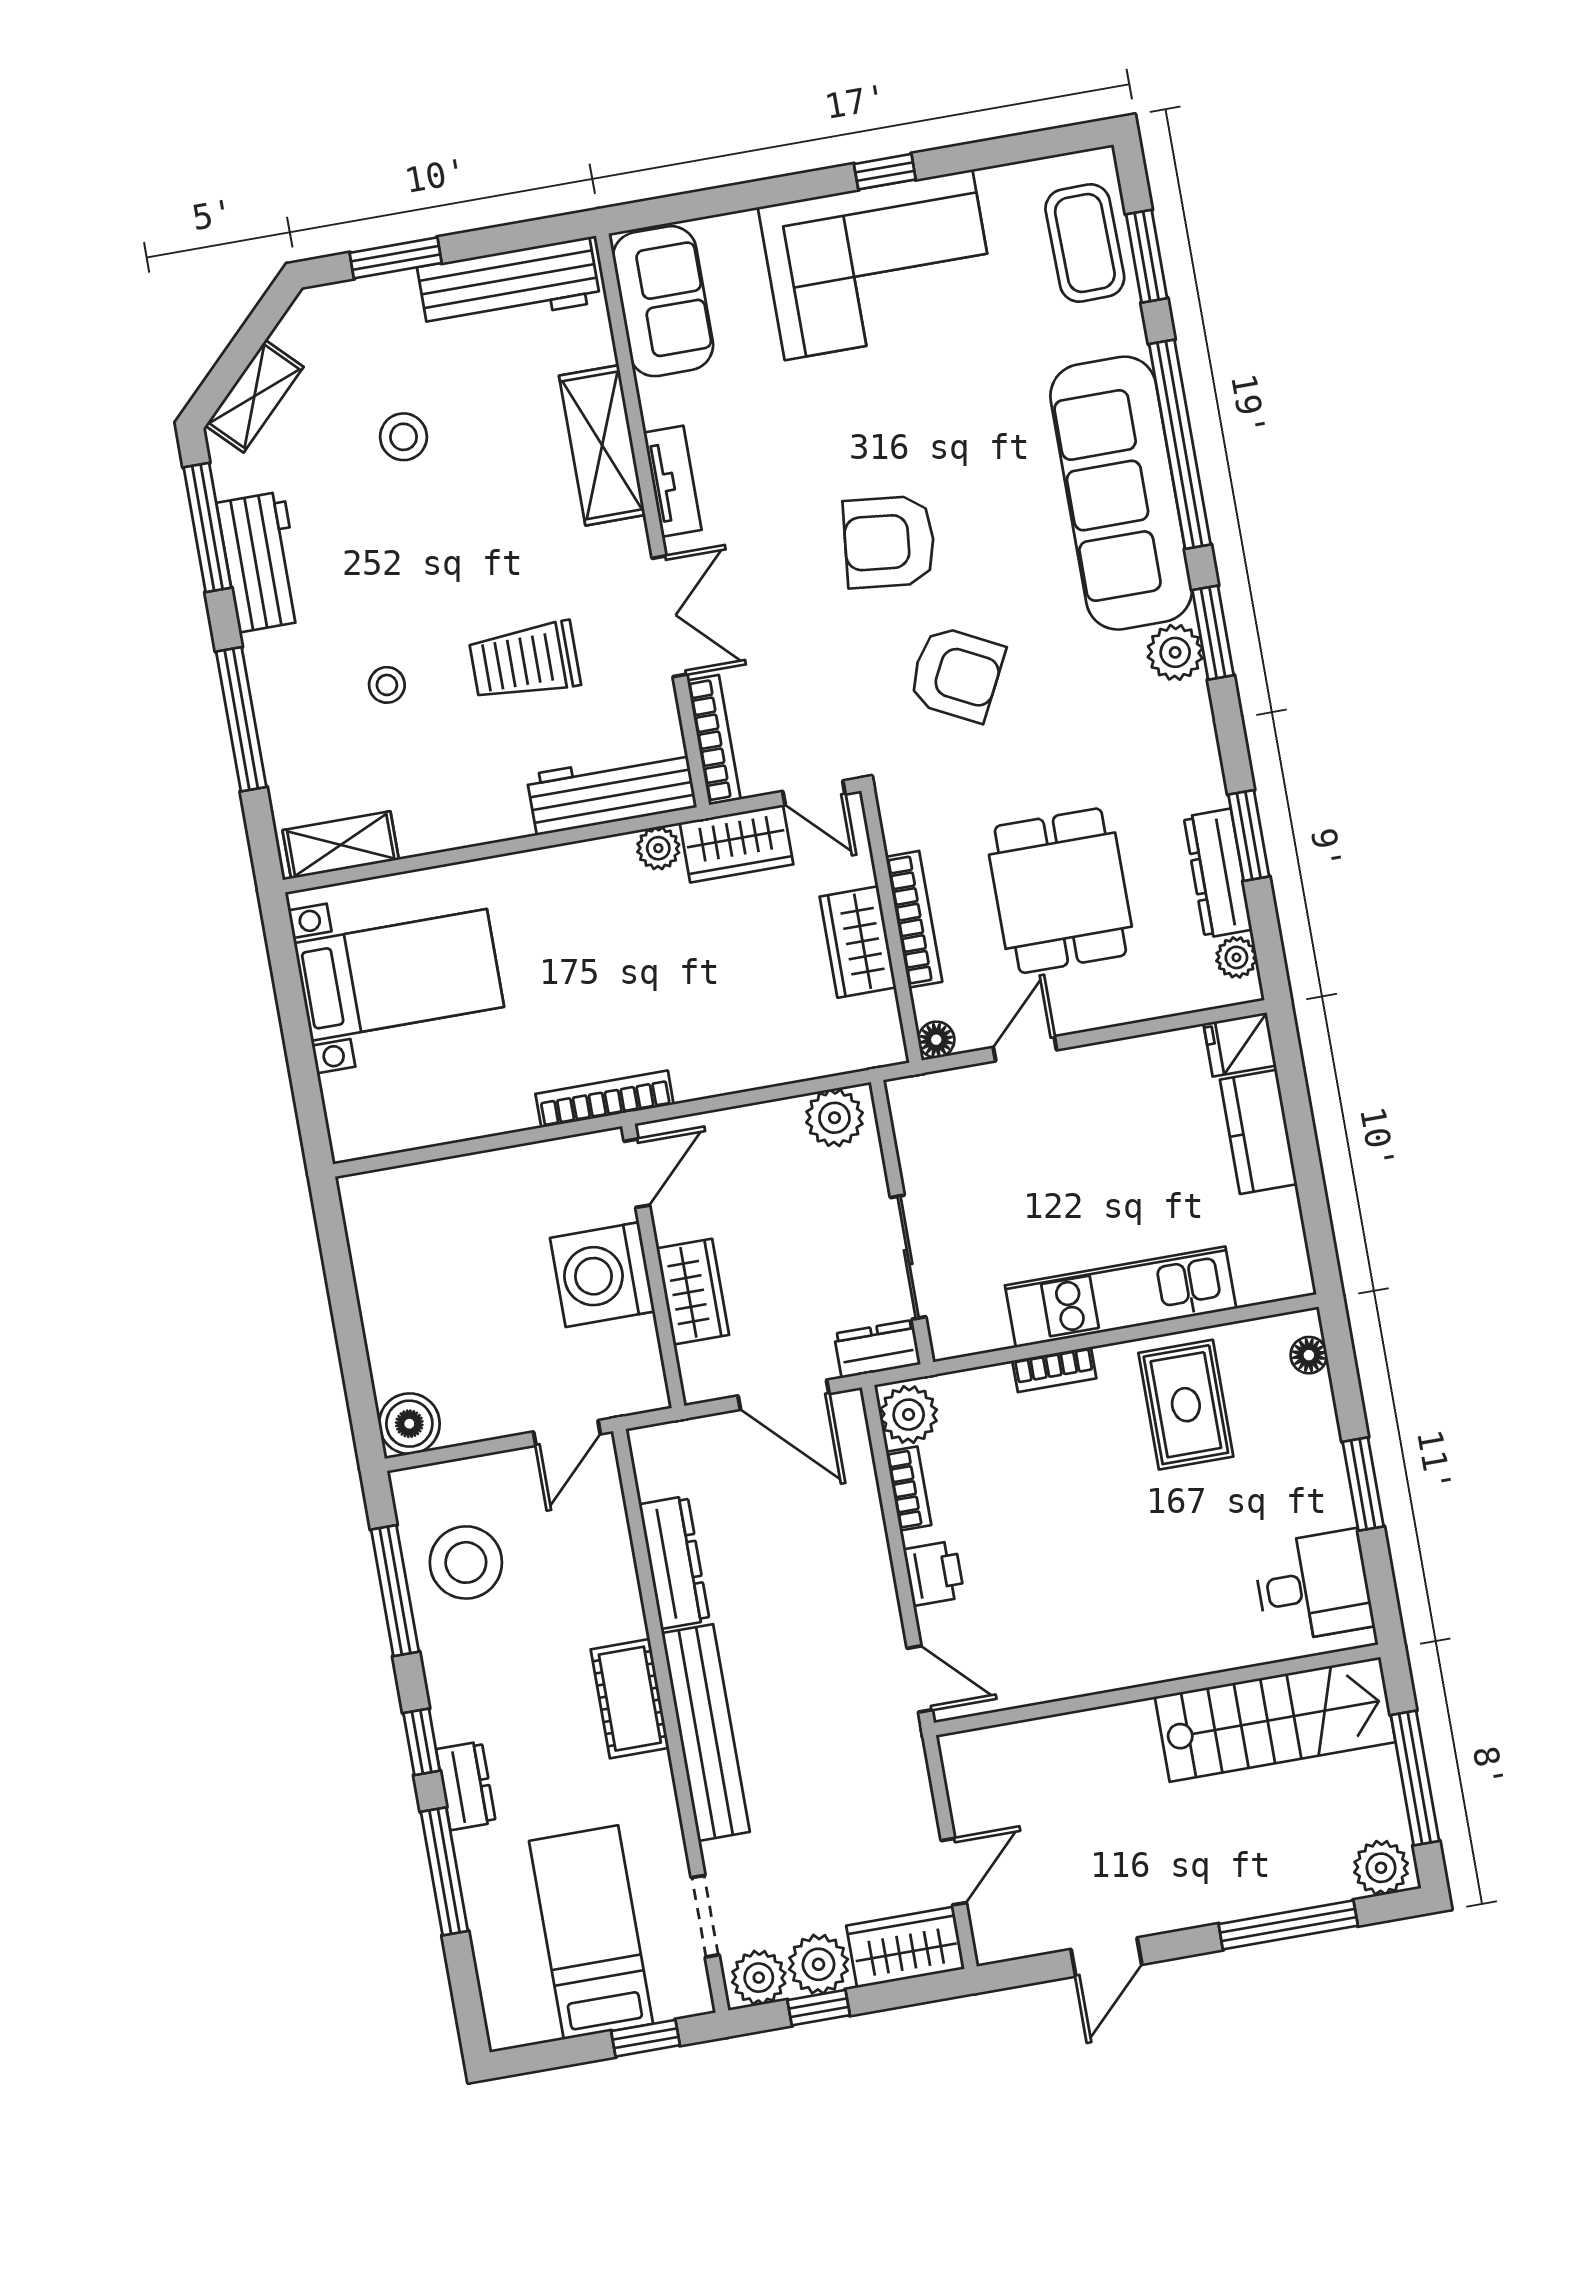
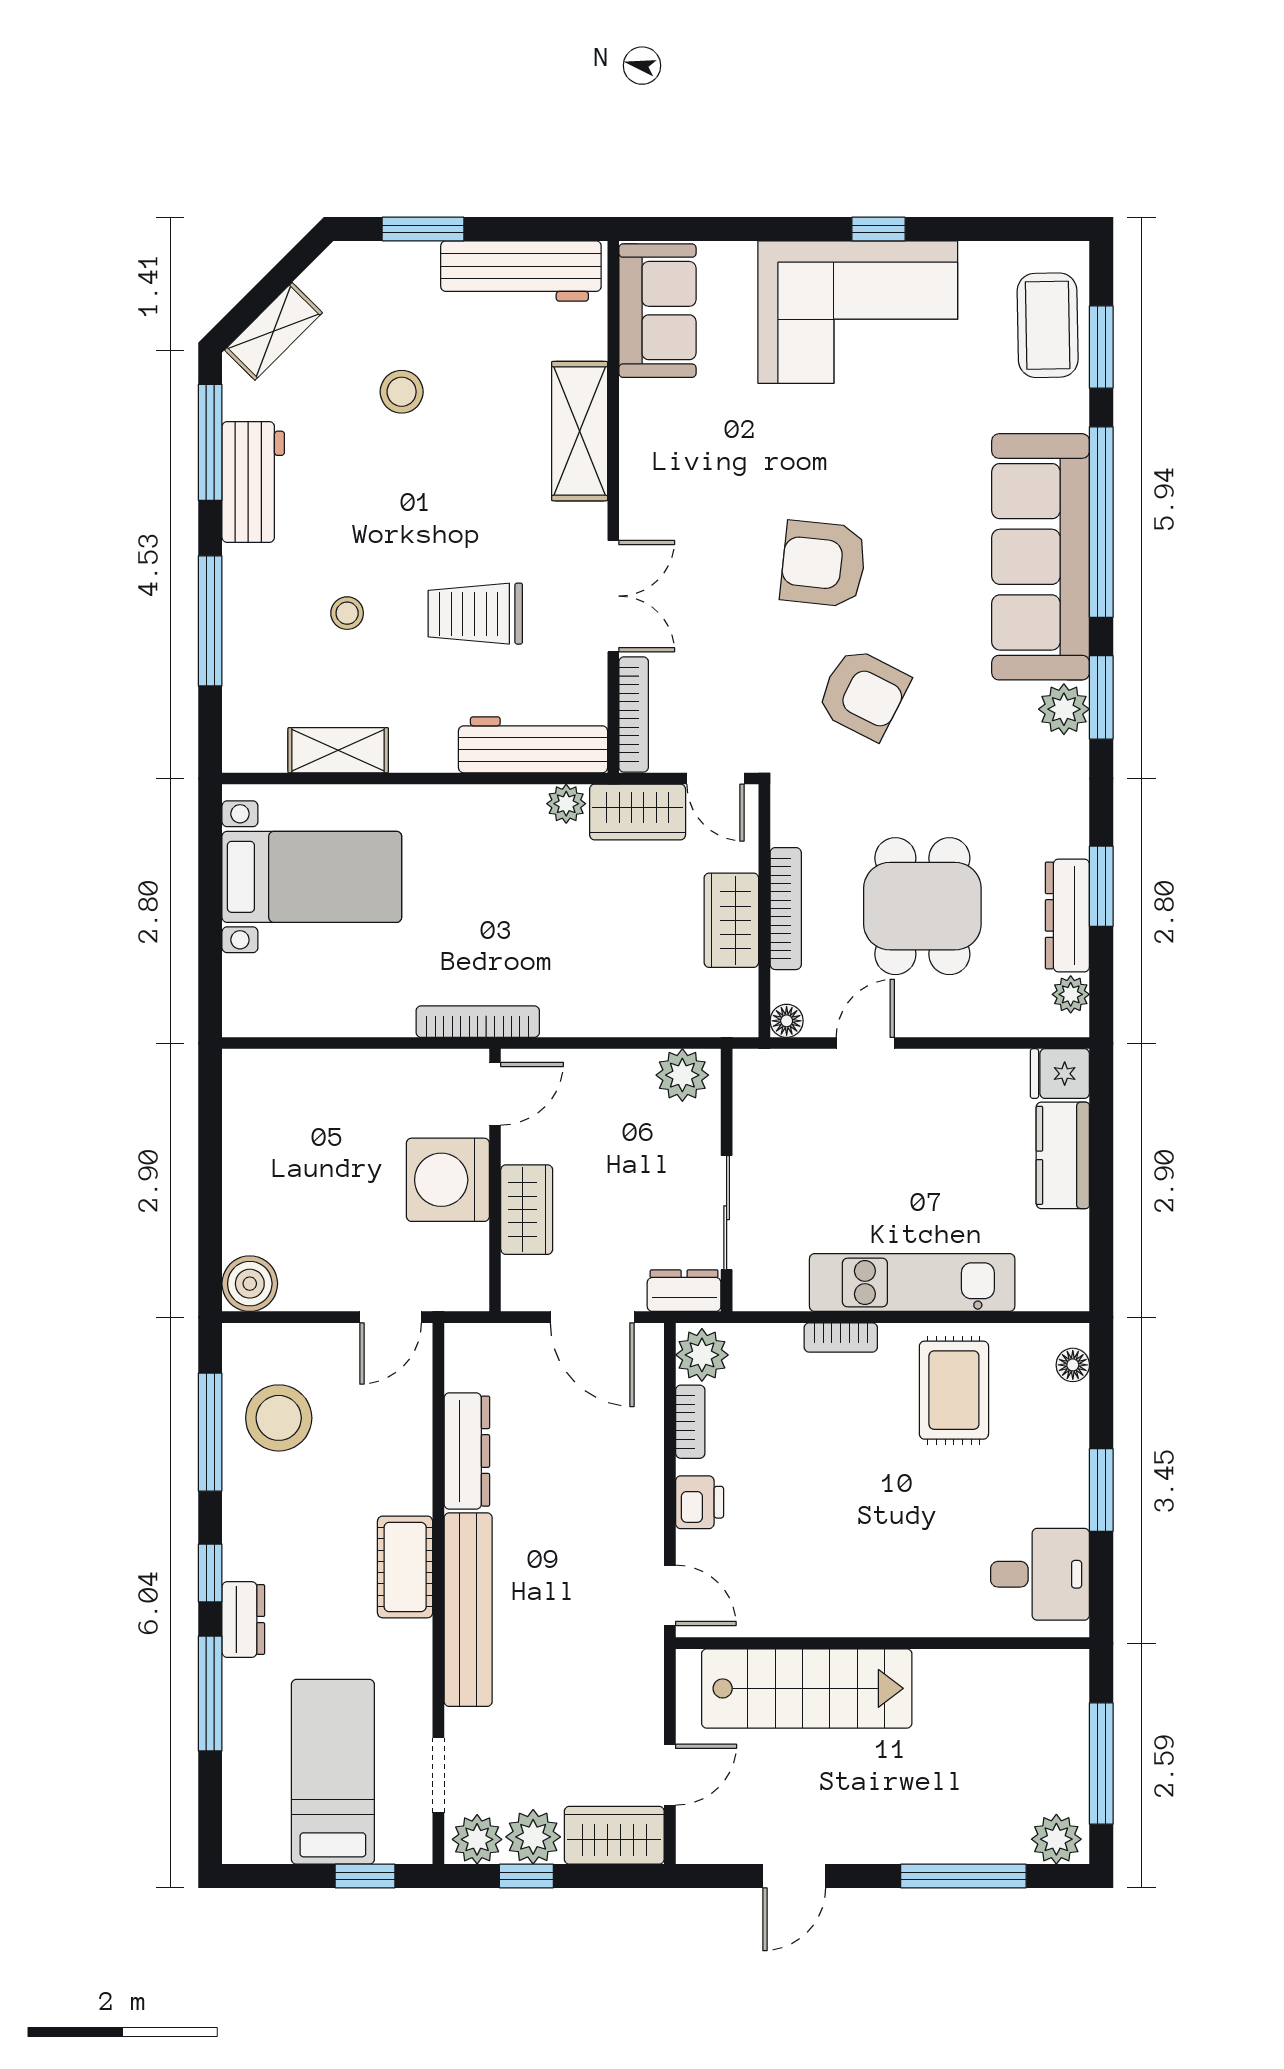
tv unit: (673, 481) -> (637, 475), removed
shelving: (341, 845) -> (338, 750), moved
stairs: (1275, 1719) -> (807, 1688), moved

